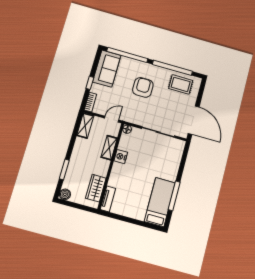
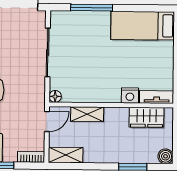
door: (112, 119) -> (47, 122), swing flipped
nightstand: (121, 157) -> (130, 95), moved
window: (174, 196) -> (92, 8), moved

